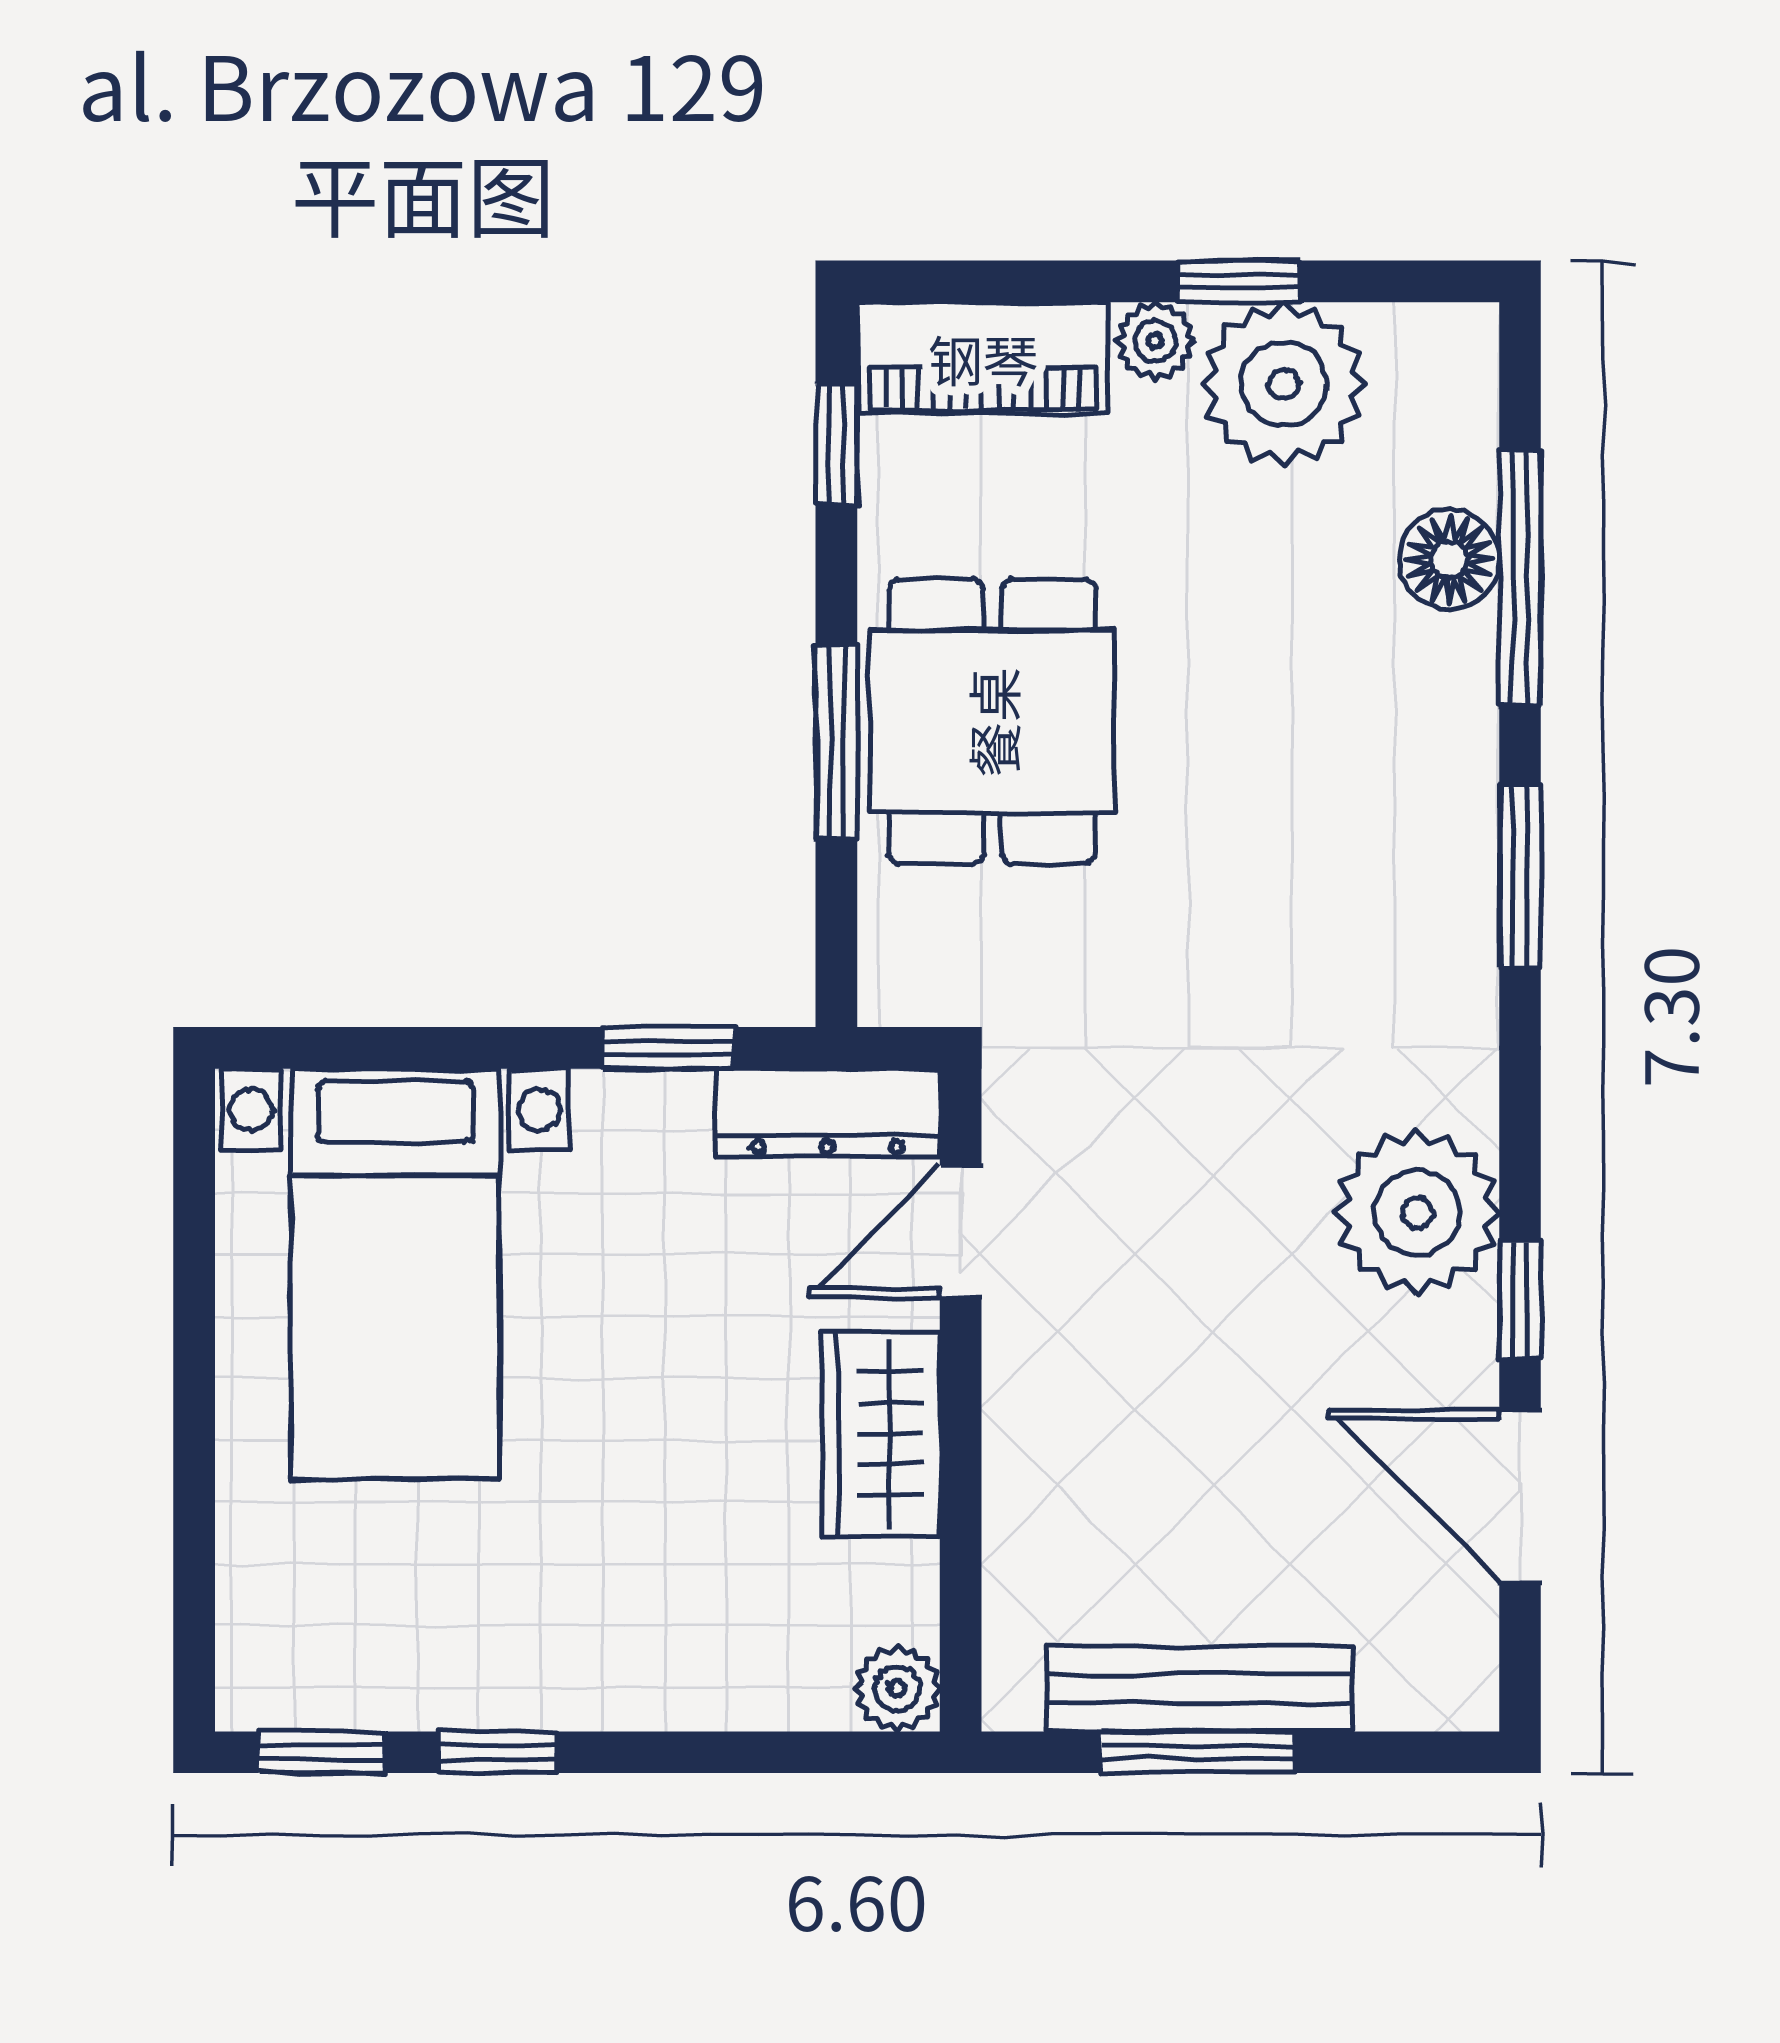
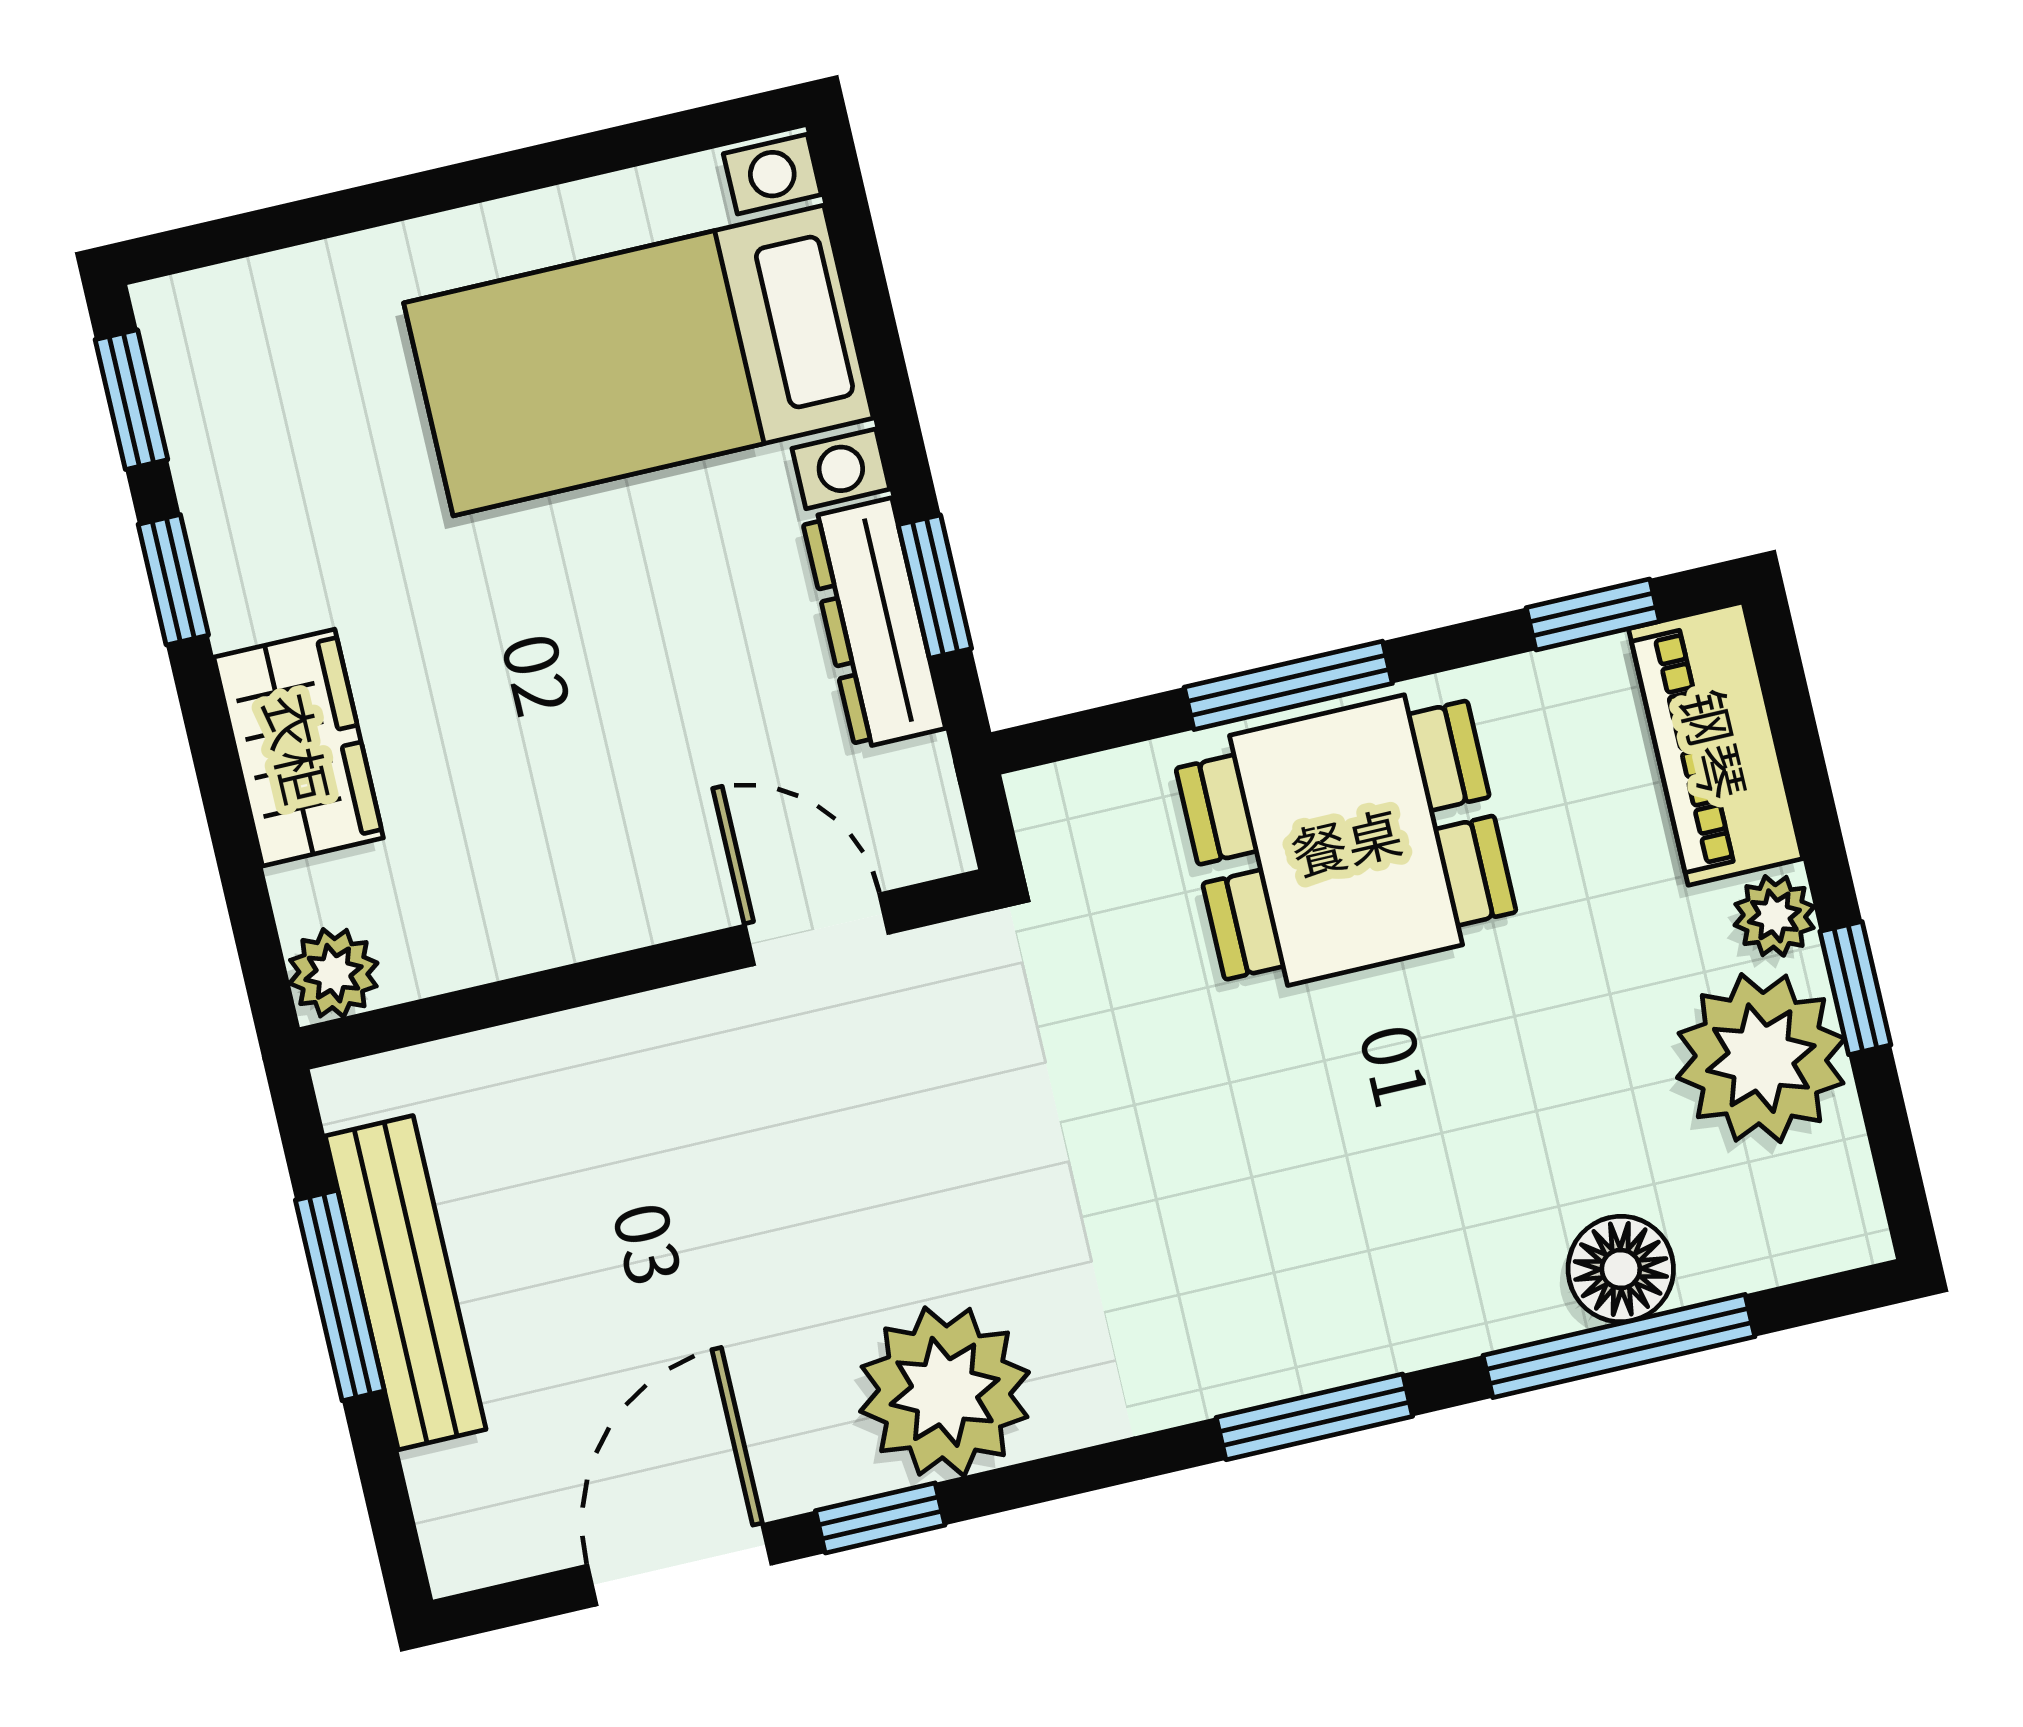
dresser: (827, 1113) -> (874, 624), moved
wardrobe: (881, 1434) -> (299, 748), moved, turned 90

